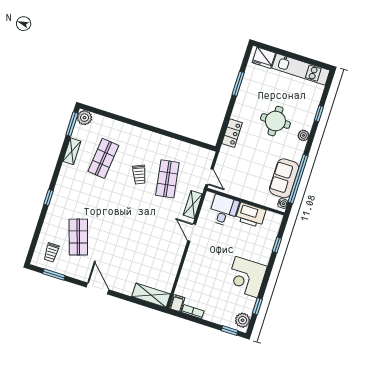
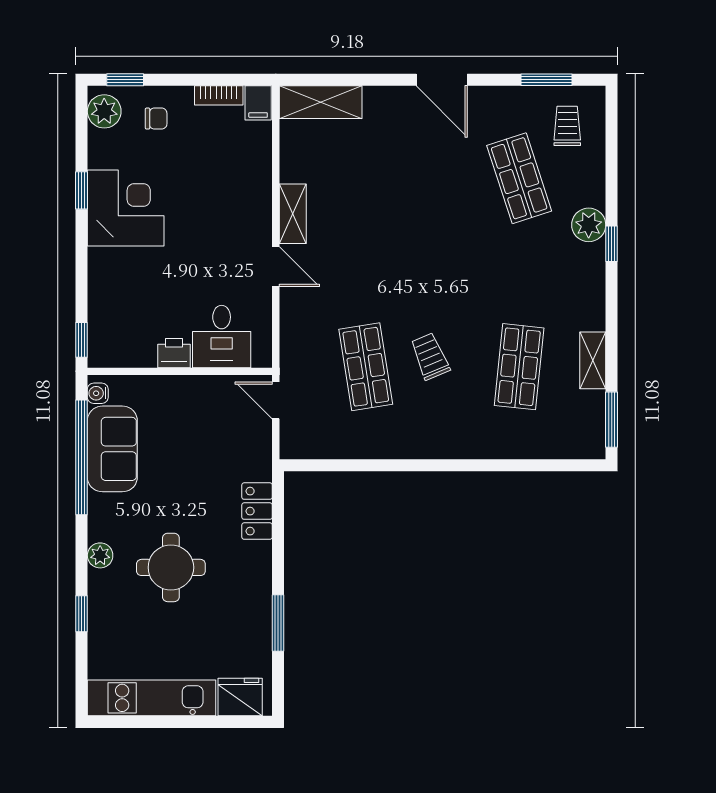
plant: (84, 118) -> (589, 225), moved
shelving: (193, 205) -> (293, 214), moved
printer: (251, 215) -> (174, 353), width x0.53, depth x0.68
window: (277, 245) -> (82, 340), moved
window: (257, 306) -> (82, 190), moved
chair: (222, 310) -> (156, 119), added

